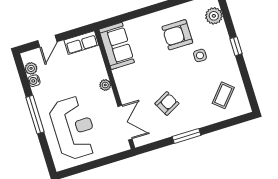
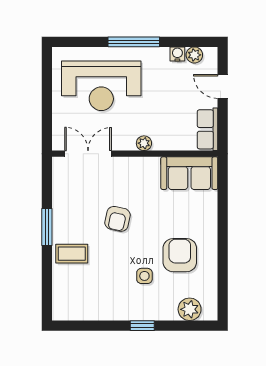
coffee table: (223, 95) -> (72, 254), moved, turned -41
armchair: (167, 103) -> (117, 219), moved, turned 40
double door: (125, 123) -> (88, 154), swing flipped

